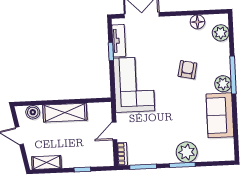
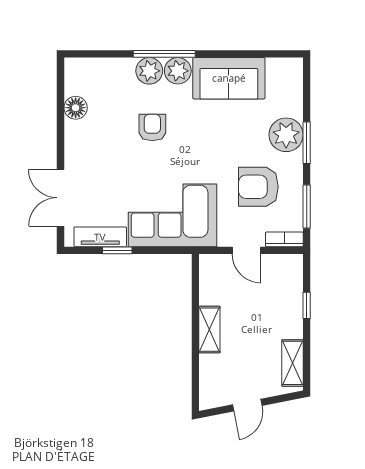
plant: (221, 33) -> (149, 71), moved
armchair: (187, 70) -> (152, 128), turned 78
boiler: (33, 112) -> (210, 382), removed
shelving: (65, 113) -> (209, 330), width x0.67, depth x0.75
armchair: (154, 137) -> (258, 187), added

